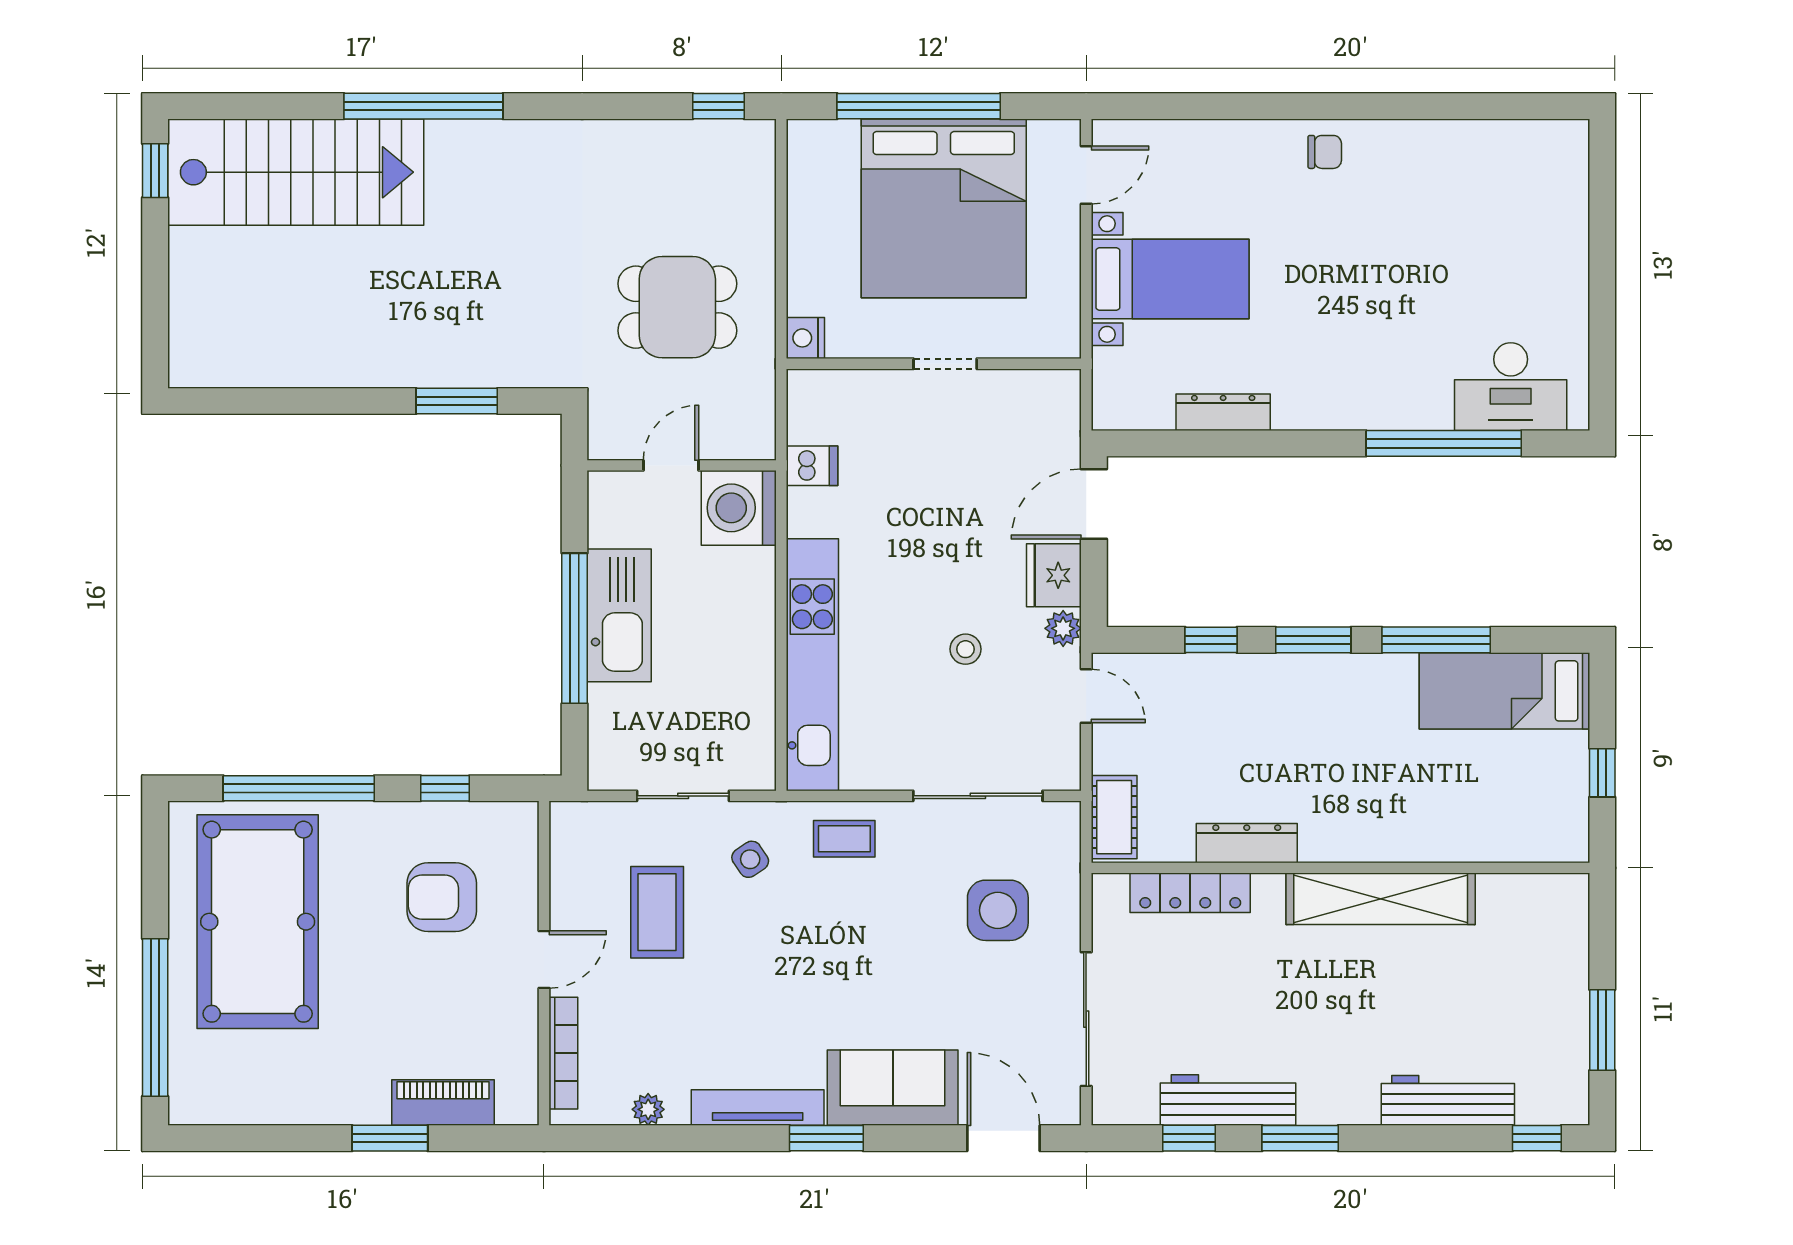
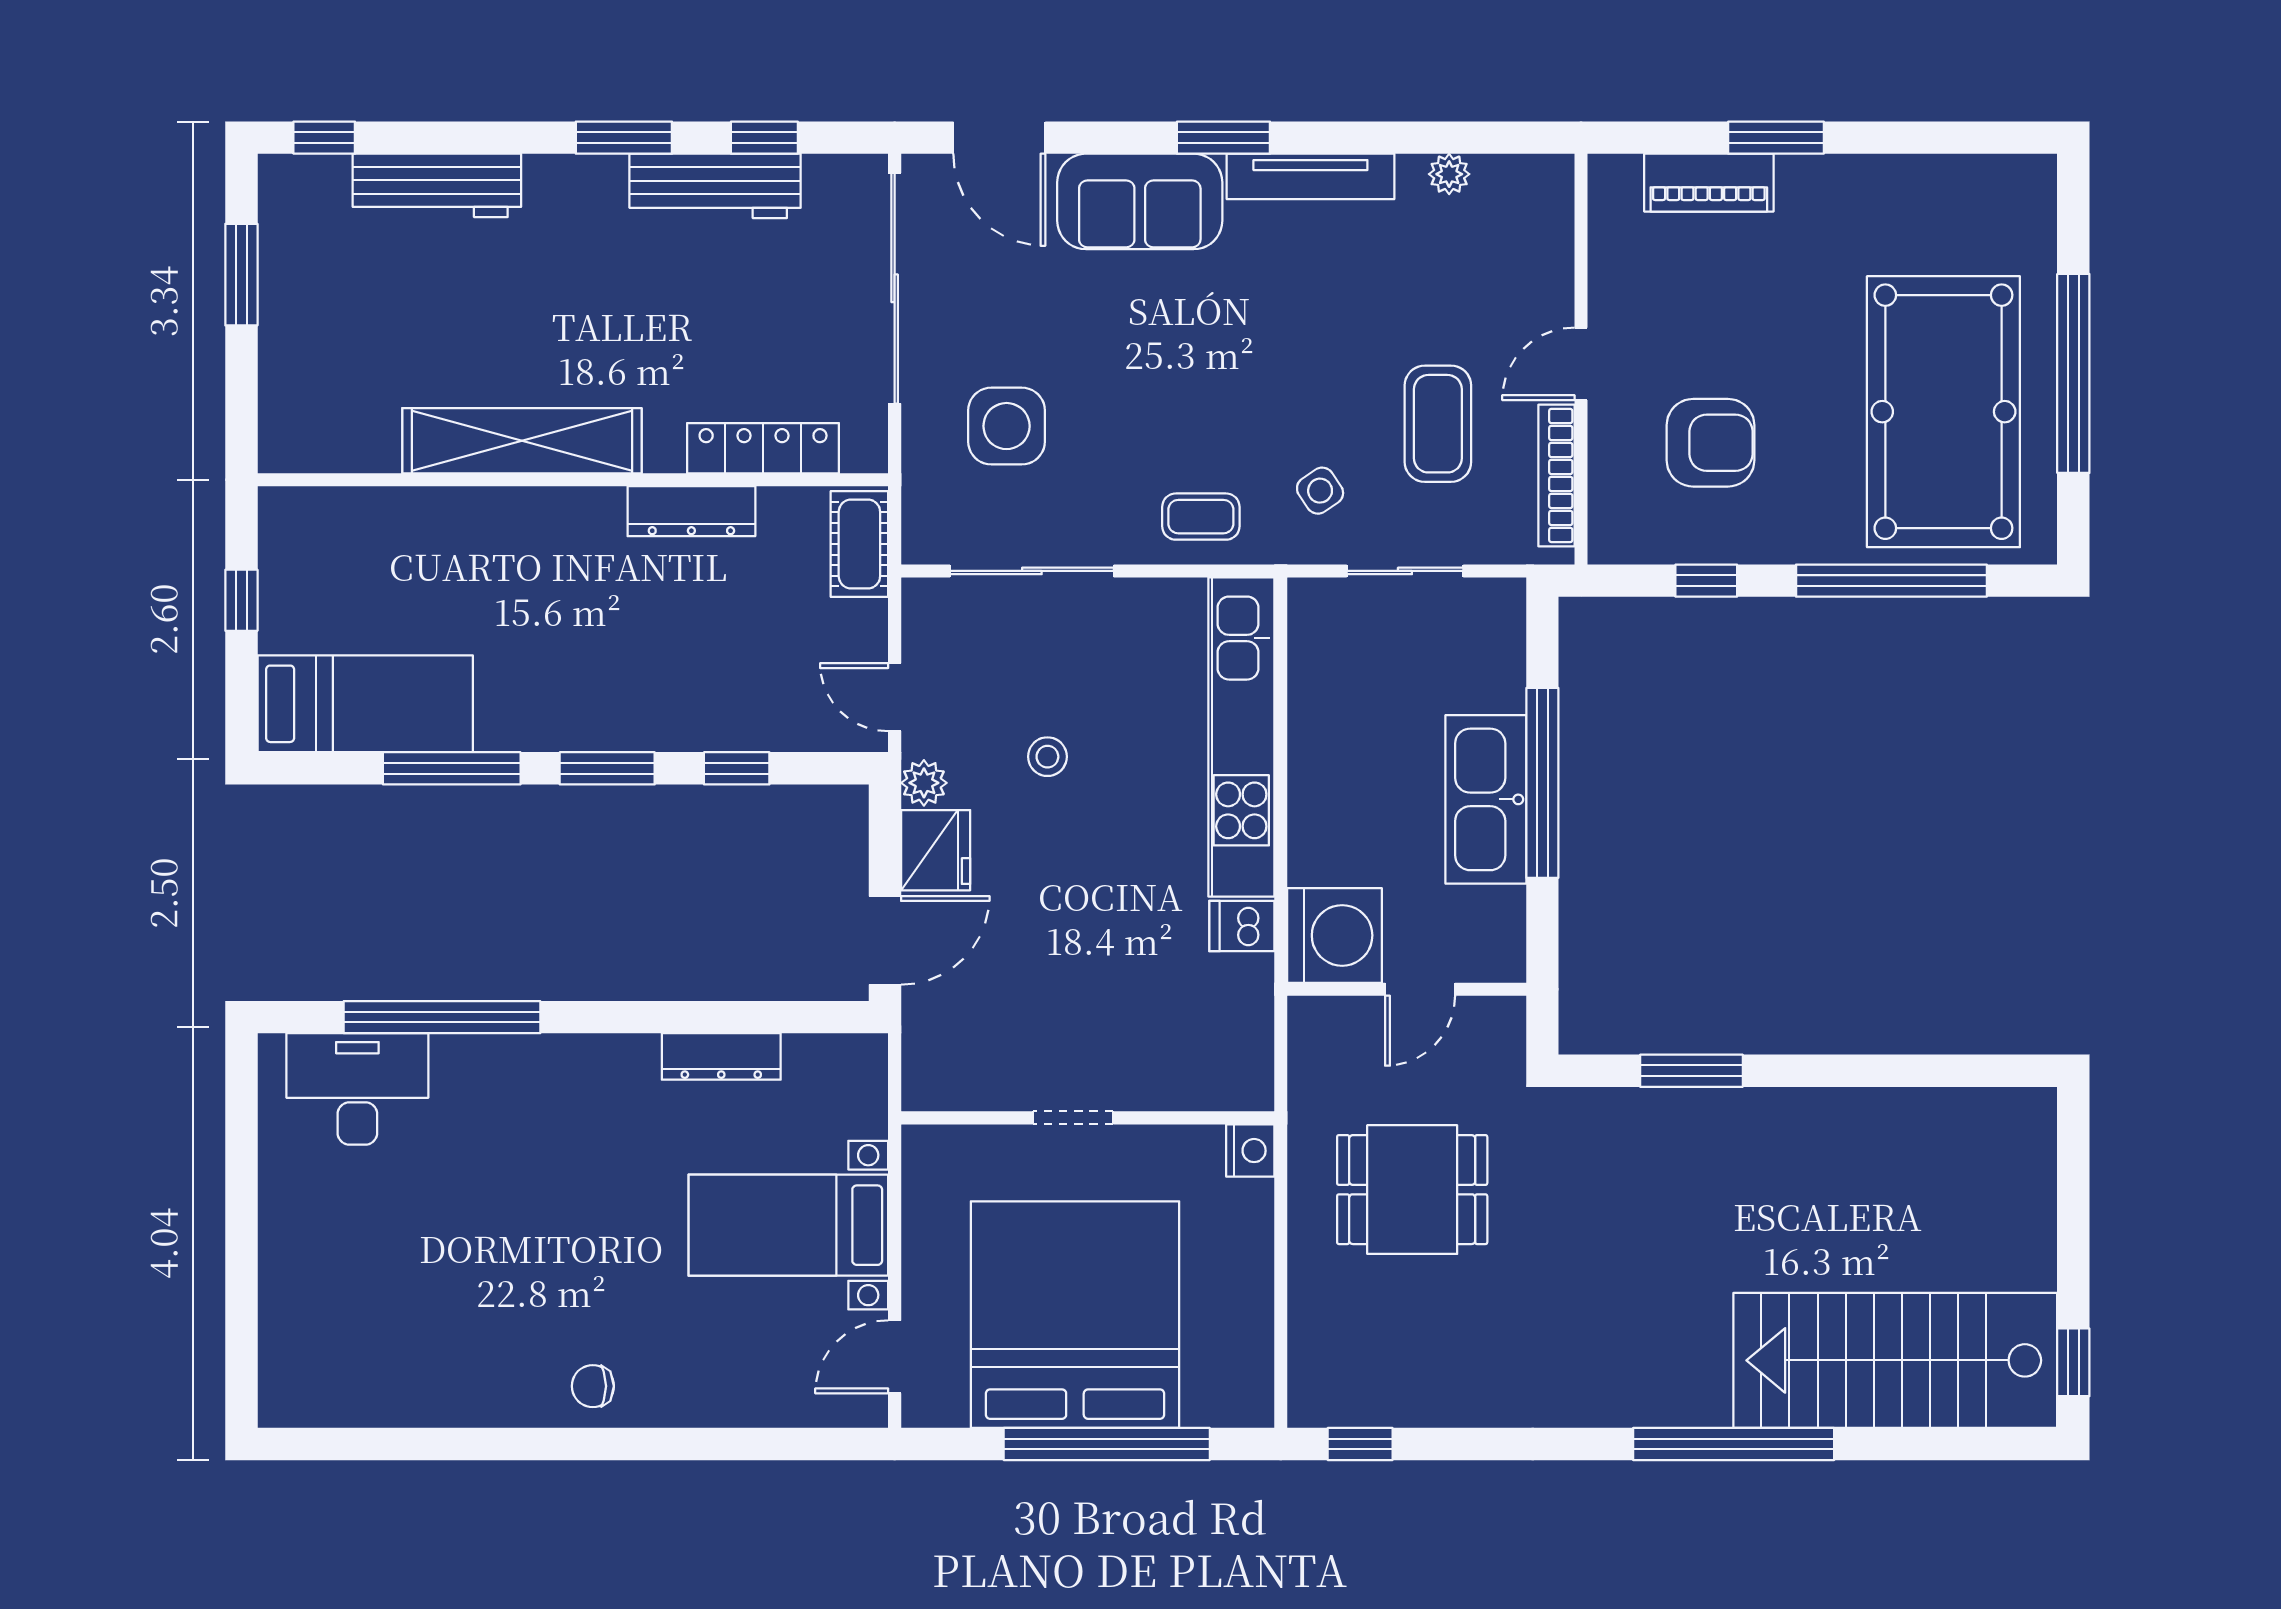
dishwasher: (812, 466) -> (1242, 926), moved
window: (155, 1018) -> (2073, 373), moved
sliding door: (1086, 1019) -> (895, 288), width x1.36
bookcase: (563, 1053) -> (1556, 475), moved

